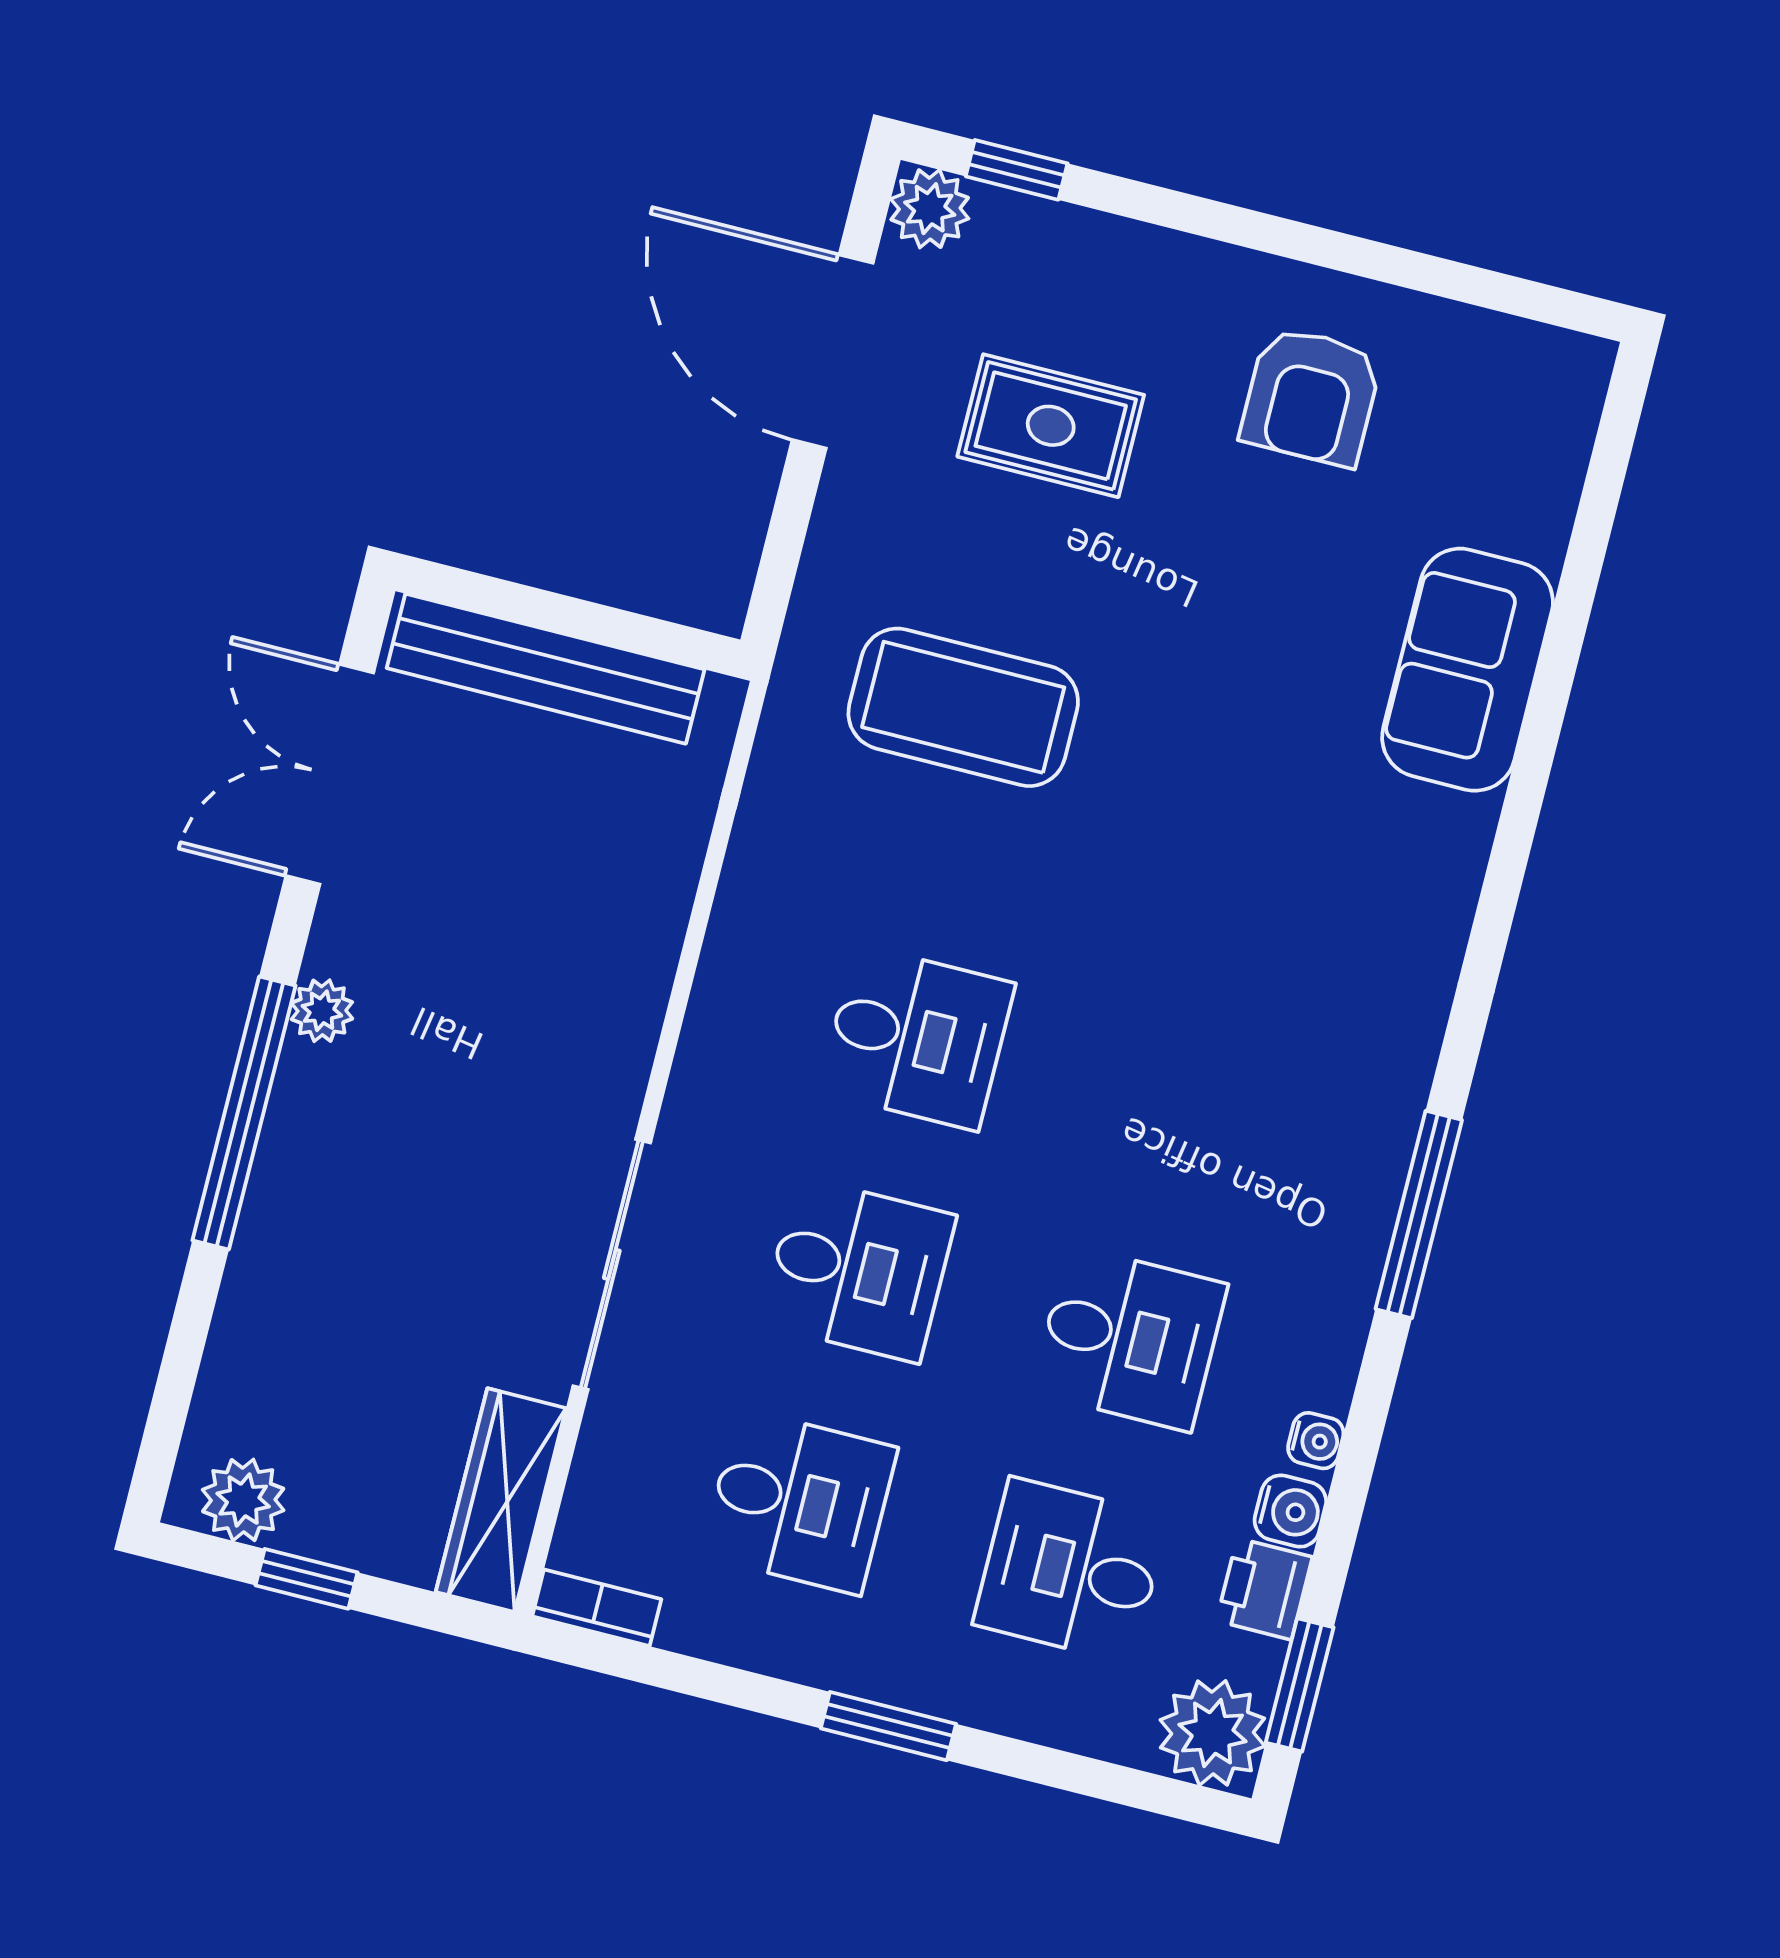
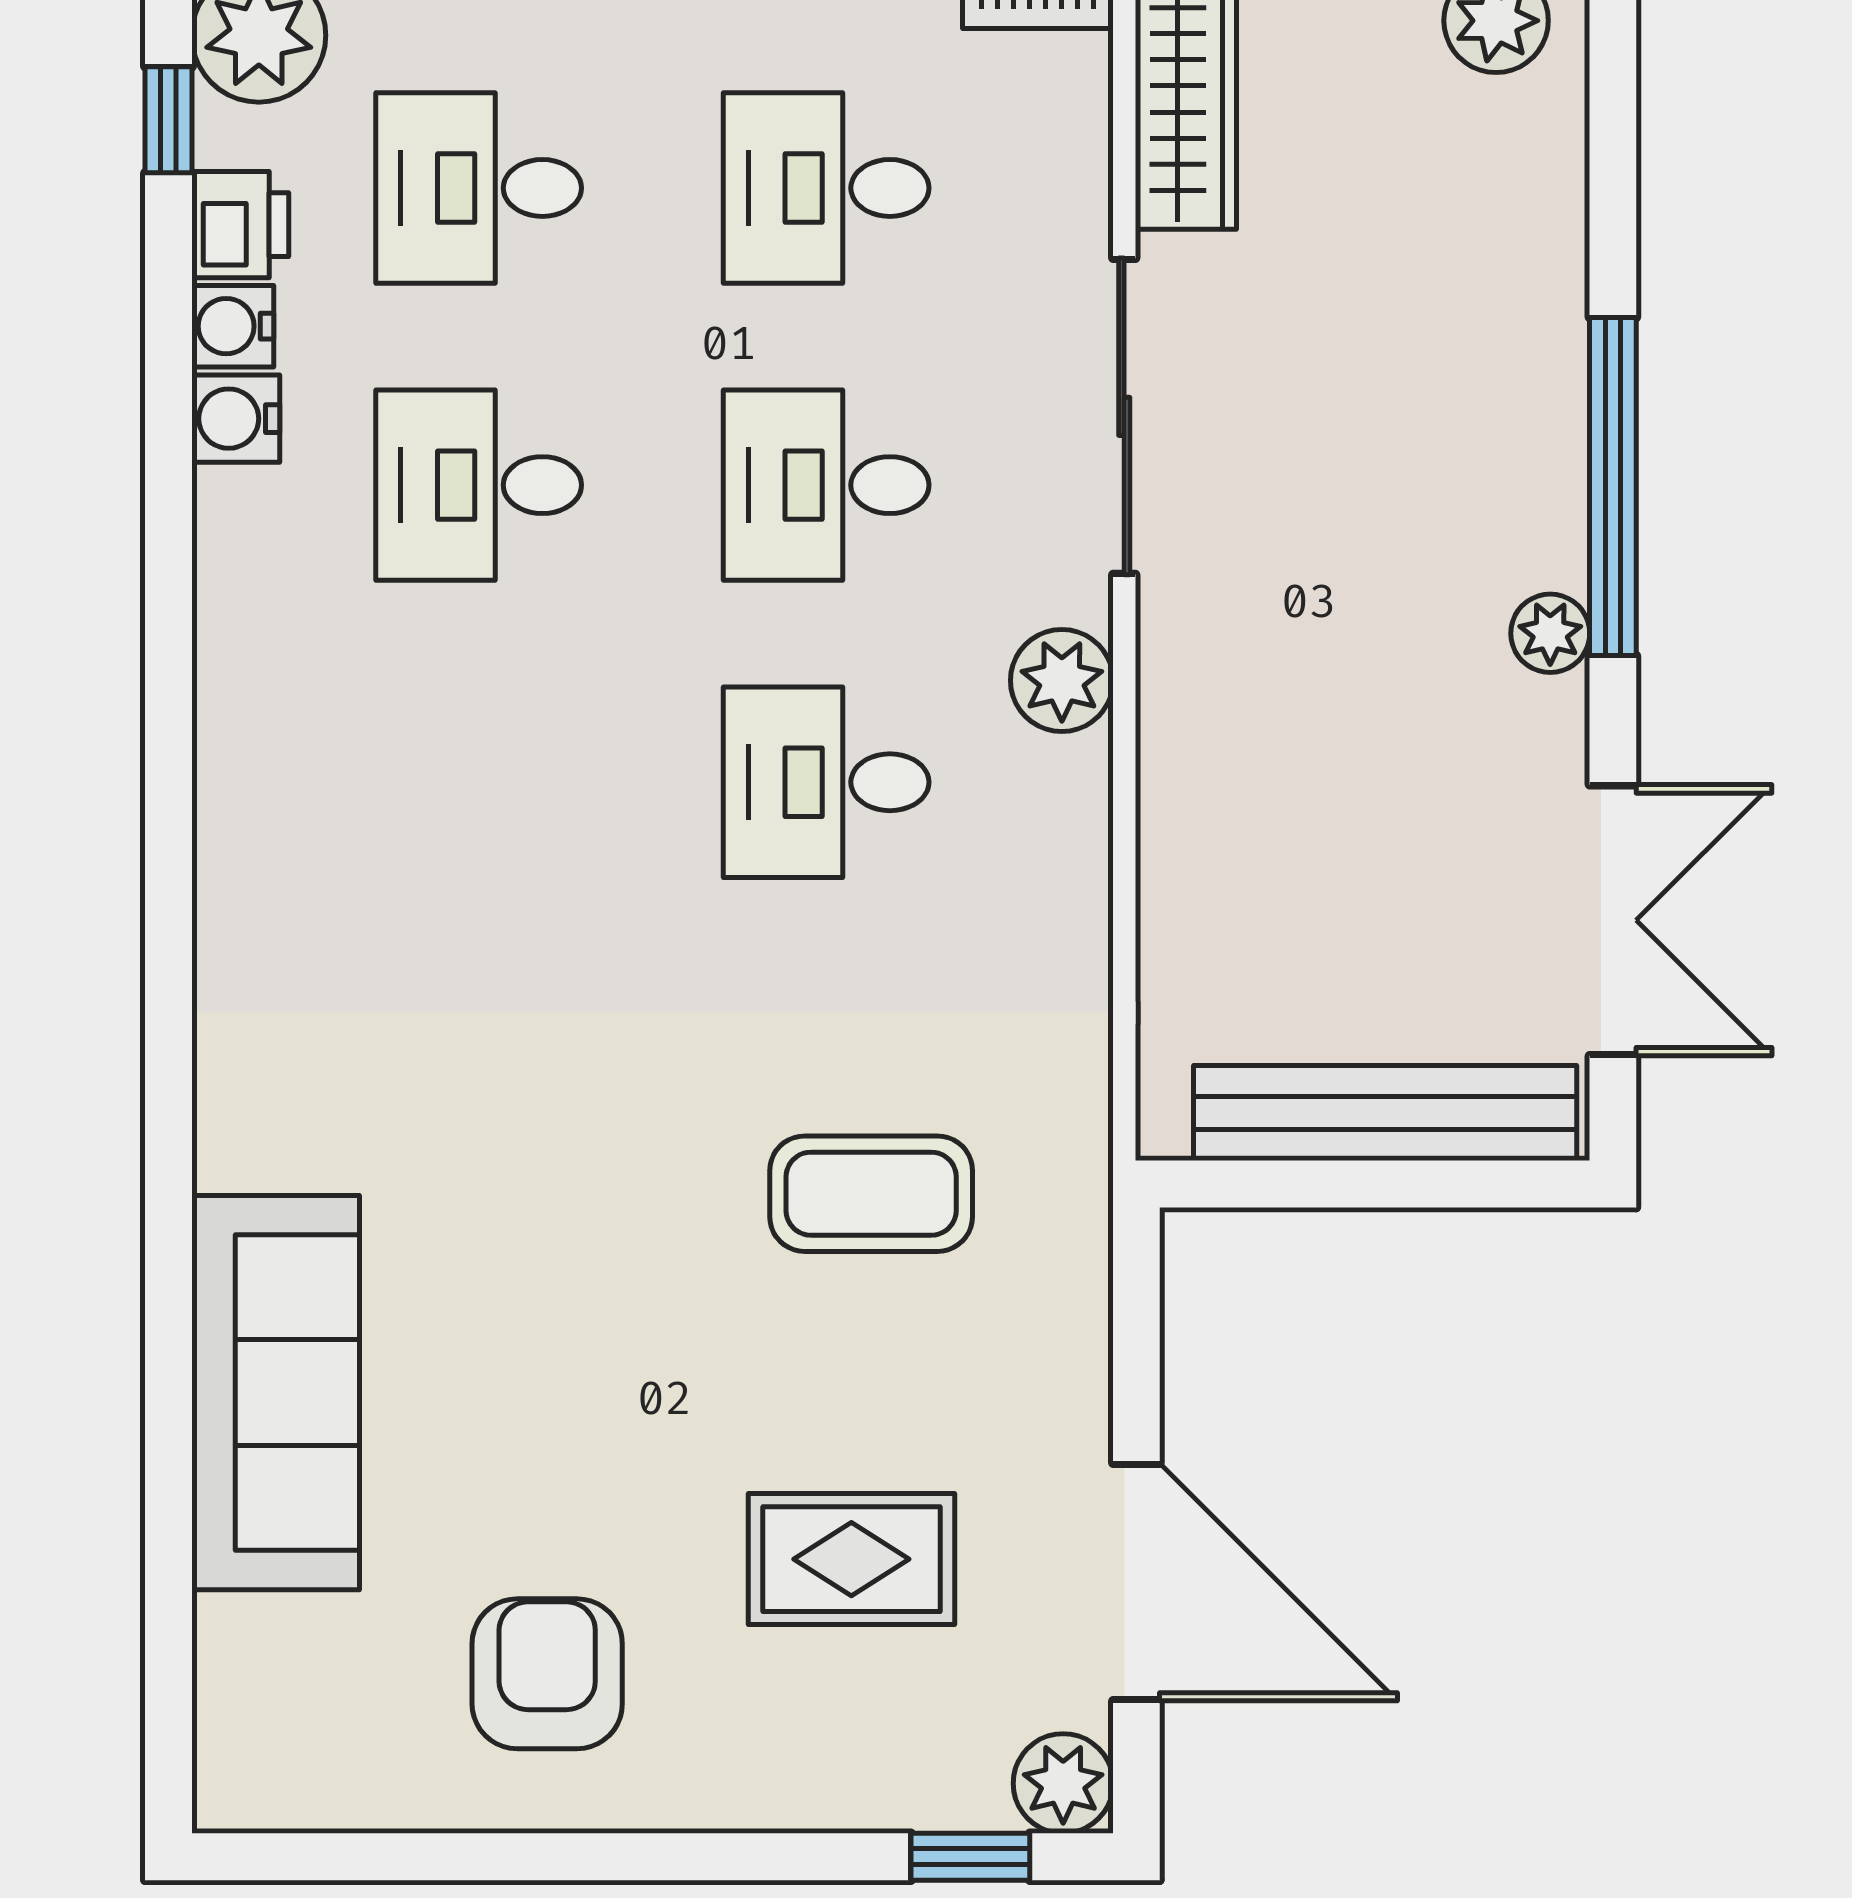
sofa: (1468, 670) -> (276, 1393), width x1.36
coffee table: (963, 707) -> (871, 1194), width x0.73, depth x0.76
plant: (713, 1070) -> (1062, 681), added
window: (1419, 1214) -> (168, 722), removed
water cooler: (1316, 1441) -> (236, 419), width x1.38, depth x1.38
desk: (1071, 1570) -> (479, 188), turned 180
window: (1300, 1685) -> (168, 120), width x0.67

